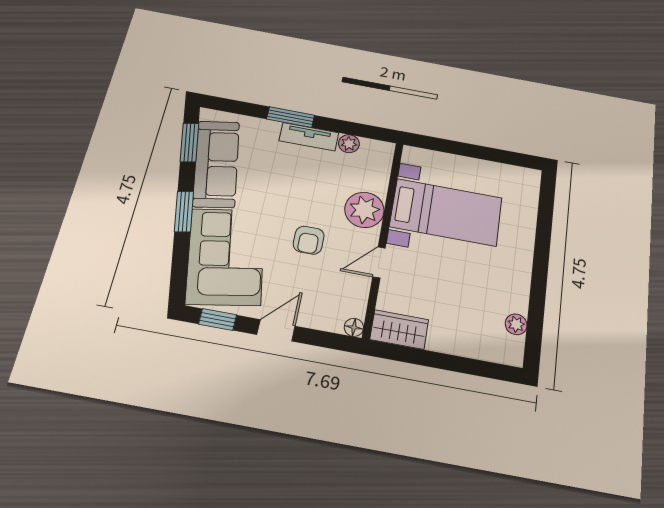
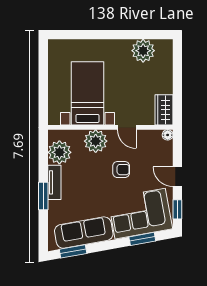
plant: (349, 144) -> (59, 152), width x1.87, depth x1.87
window: (184, 212) -> (142, 239), moved
plant: (516, 324) -> (143, 51), width x1.88, depth x1.88

